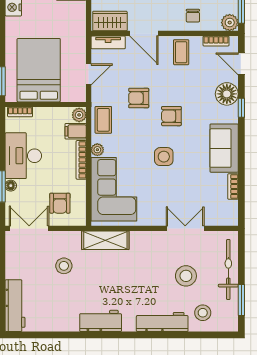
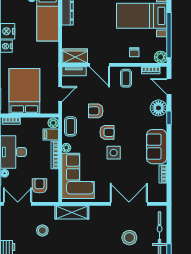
armchair: (171, 116) -> (107, 132), moved, turned 180
armchair: (60, 203) -> (40, 186), turned 180
double door: (185, 228) -> (129, 204), width x1.37

